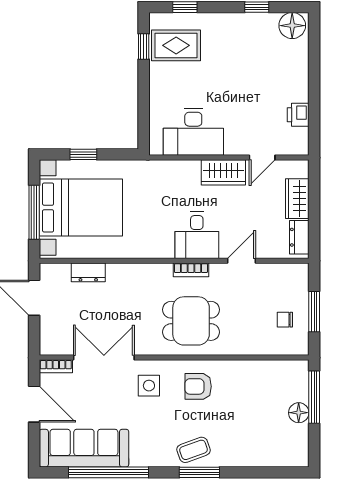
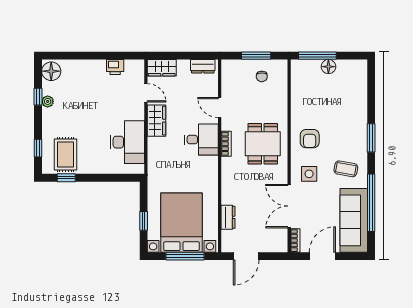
plant: (250, 21) -> (48, 101), added
wardrobe: (297, 199) -> (162, 68), moved
coffee table: (194, 450) -> (346, 169), moved, turned -60

